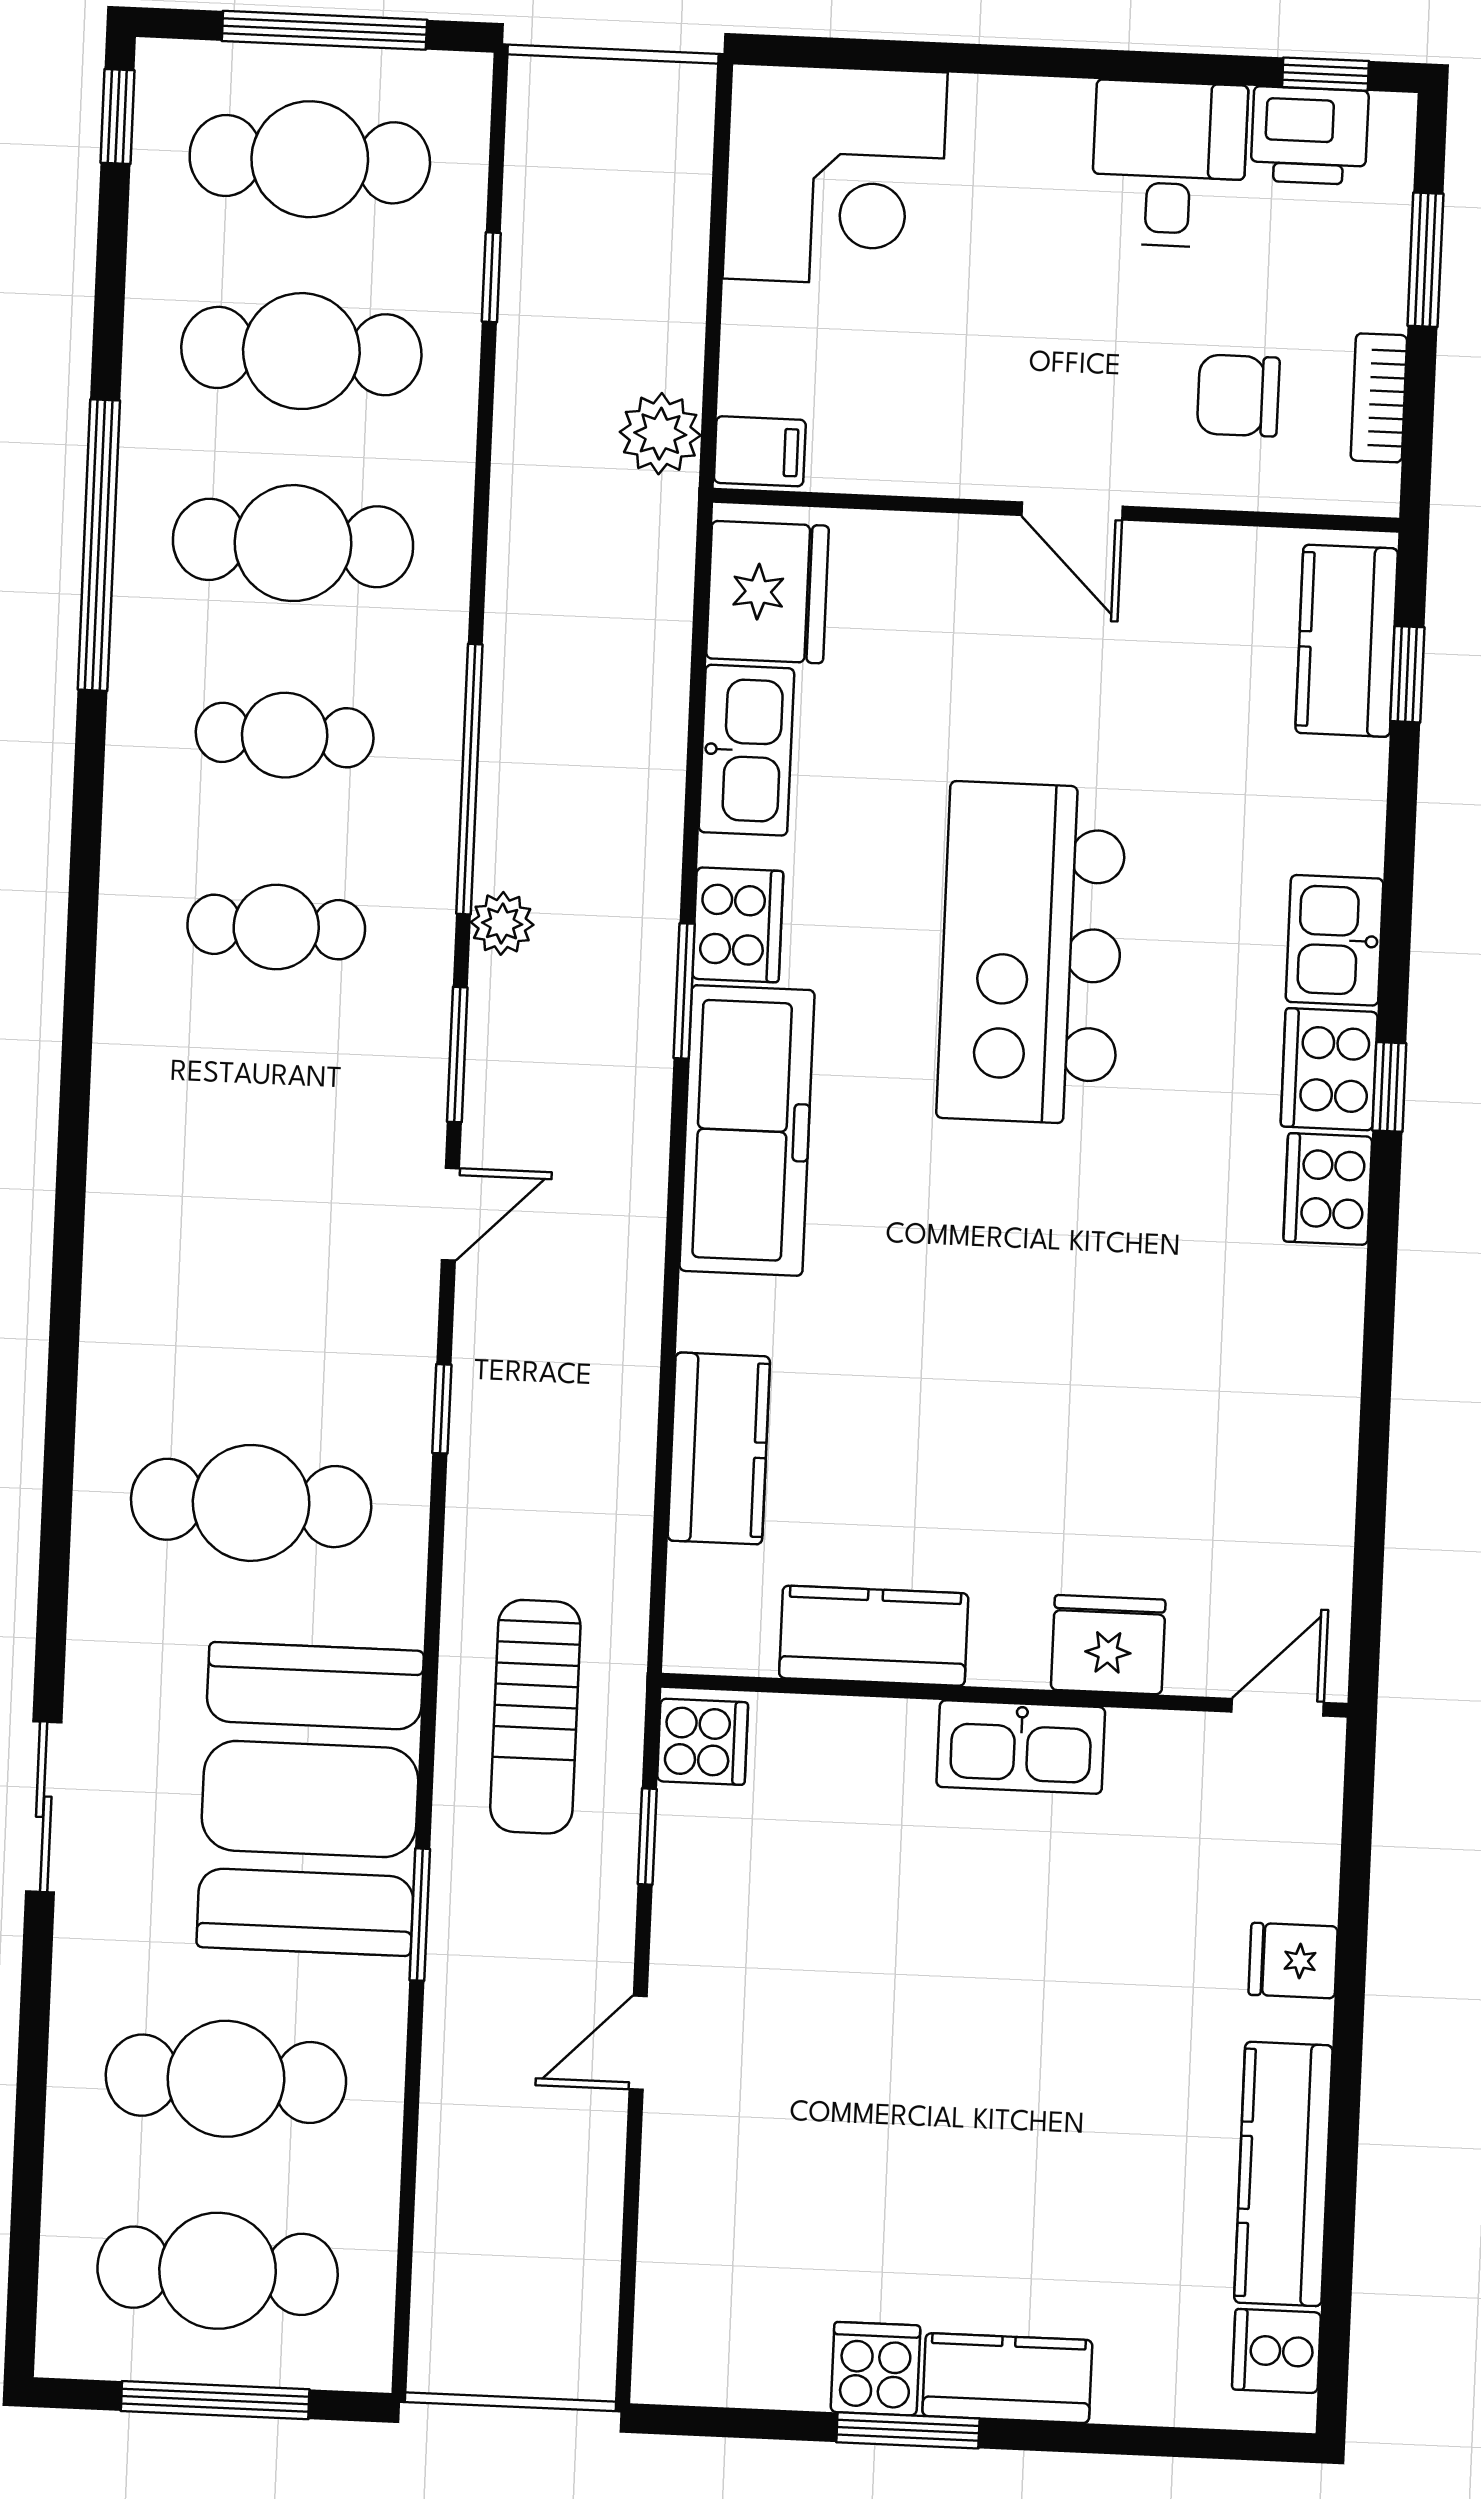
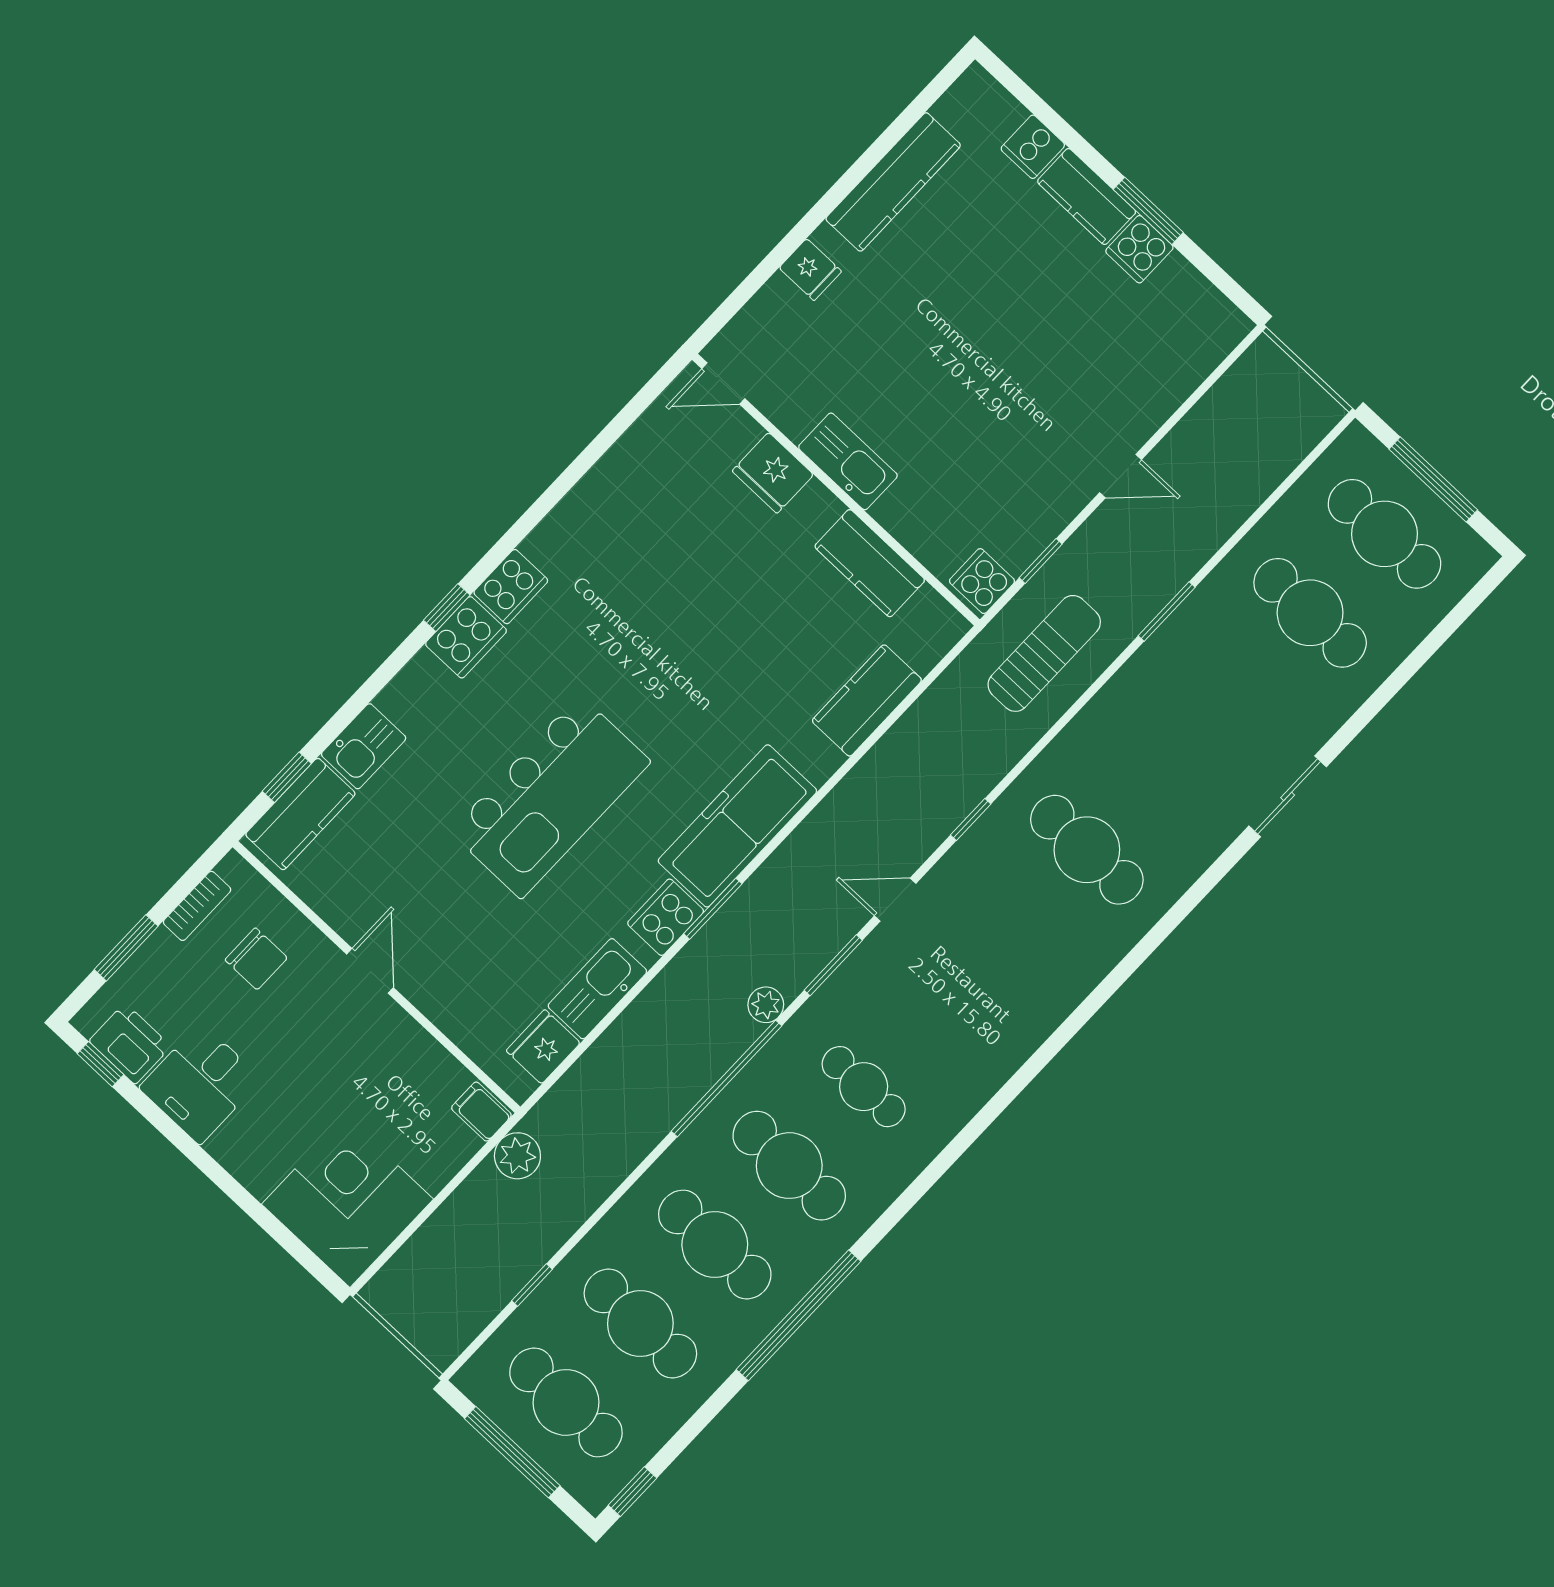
fridge: (768, 592) -> (543, 1047), width x0.73, depth x0.75
cafe table: (285, 735) -> (789, 1166), width x1.37, depth x1.35
kitchen sink: (1335, 940) -> (364, 746), moved
booth: (310, 1799) -> (1171, 701), removed
cooker: (1276, 2351) -> (1033, 147), moved, turned 90

